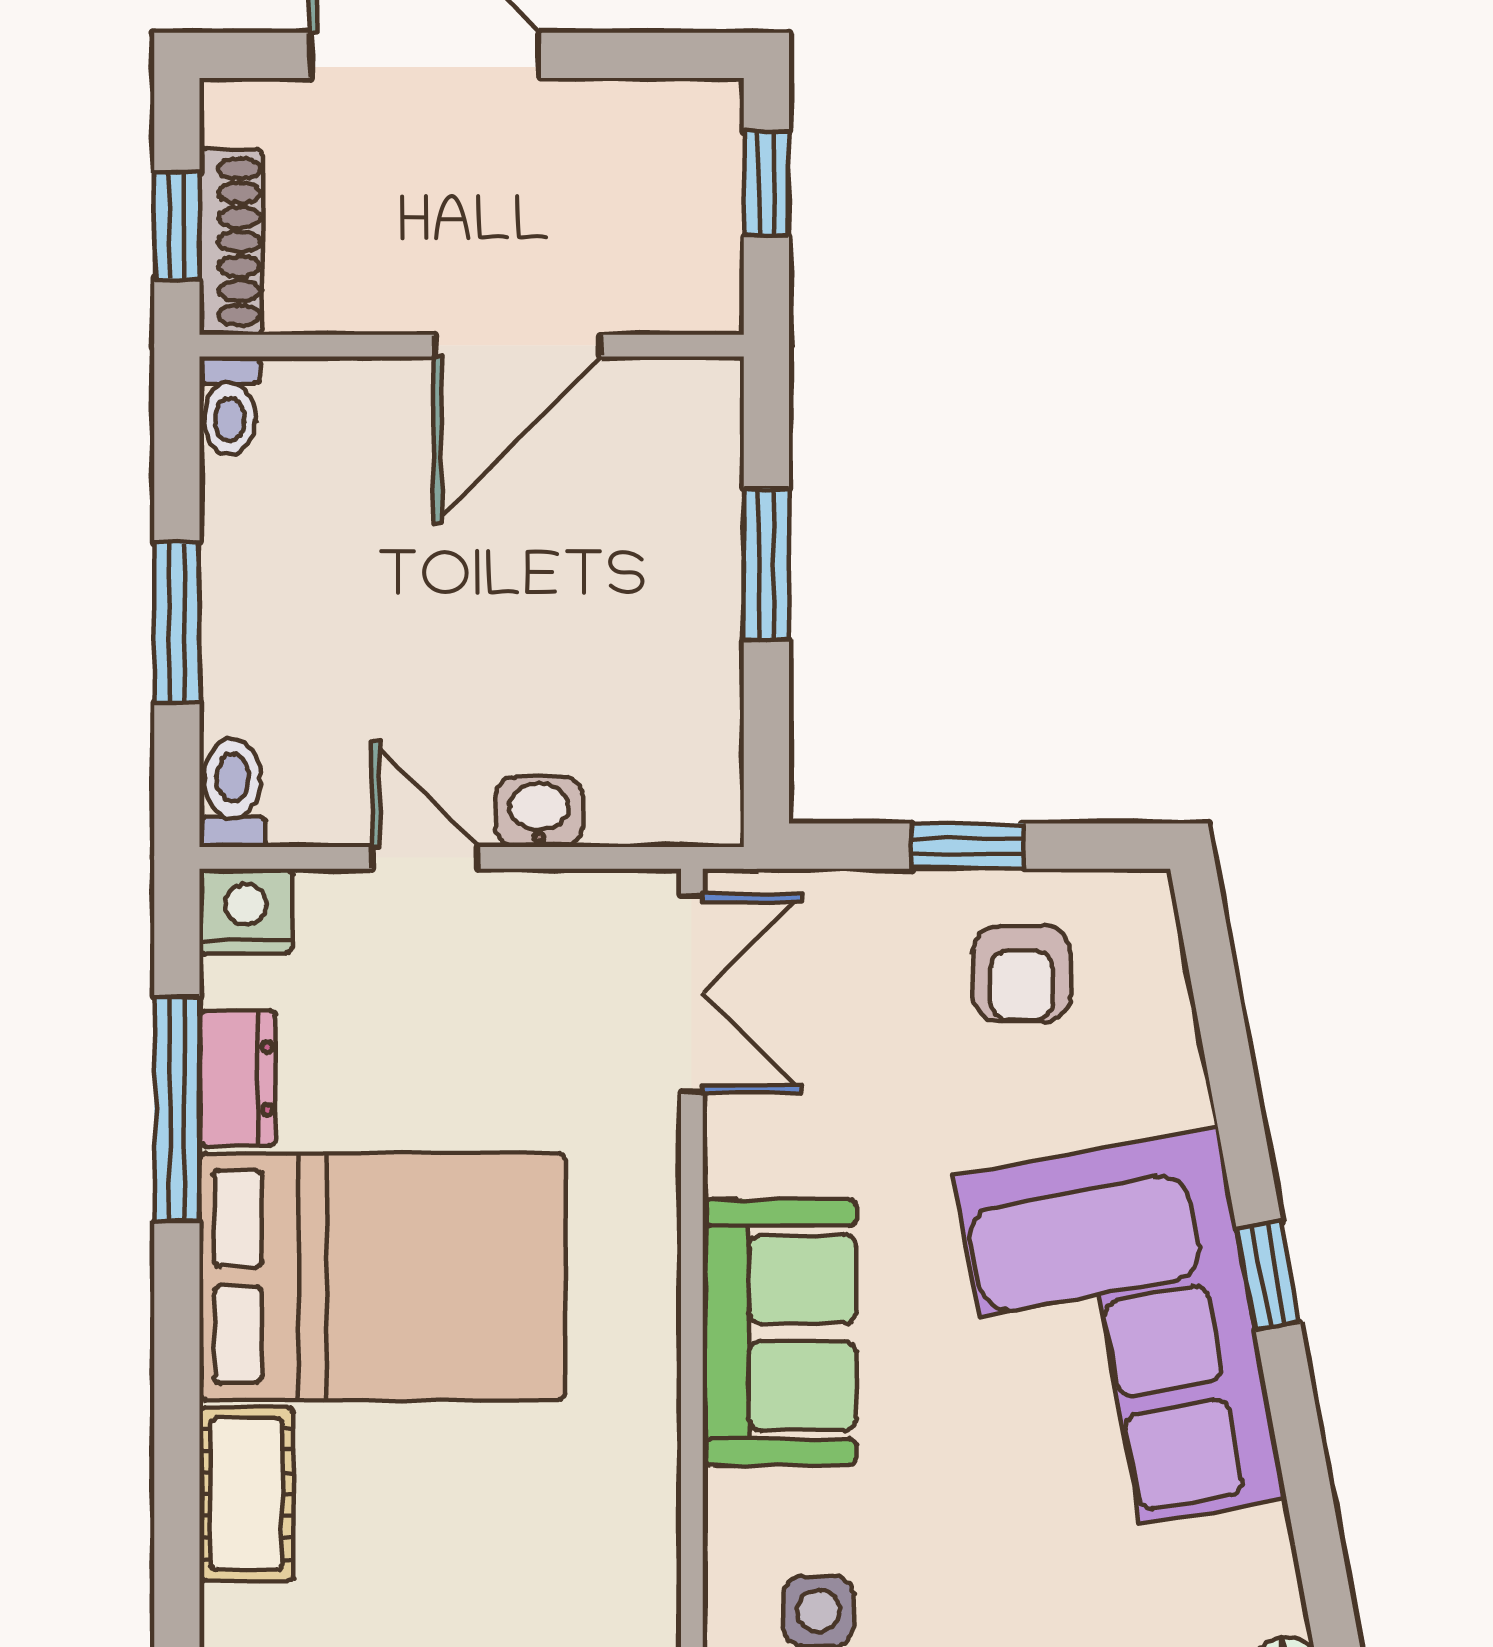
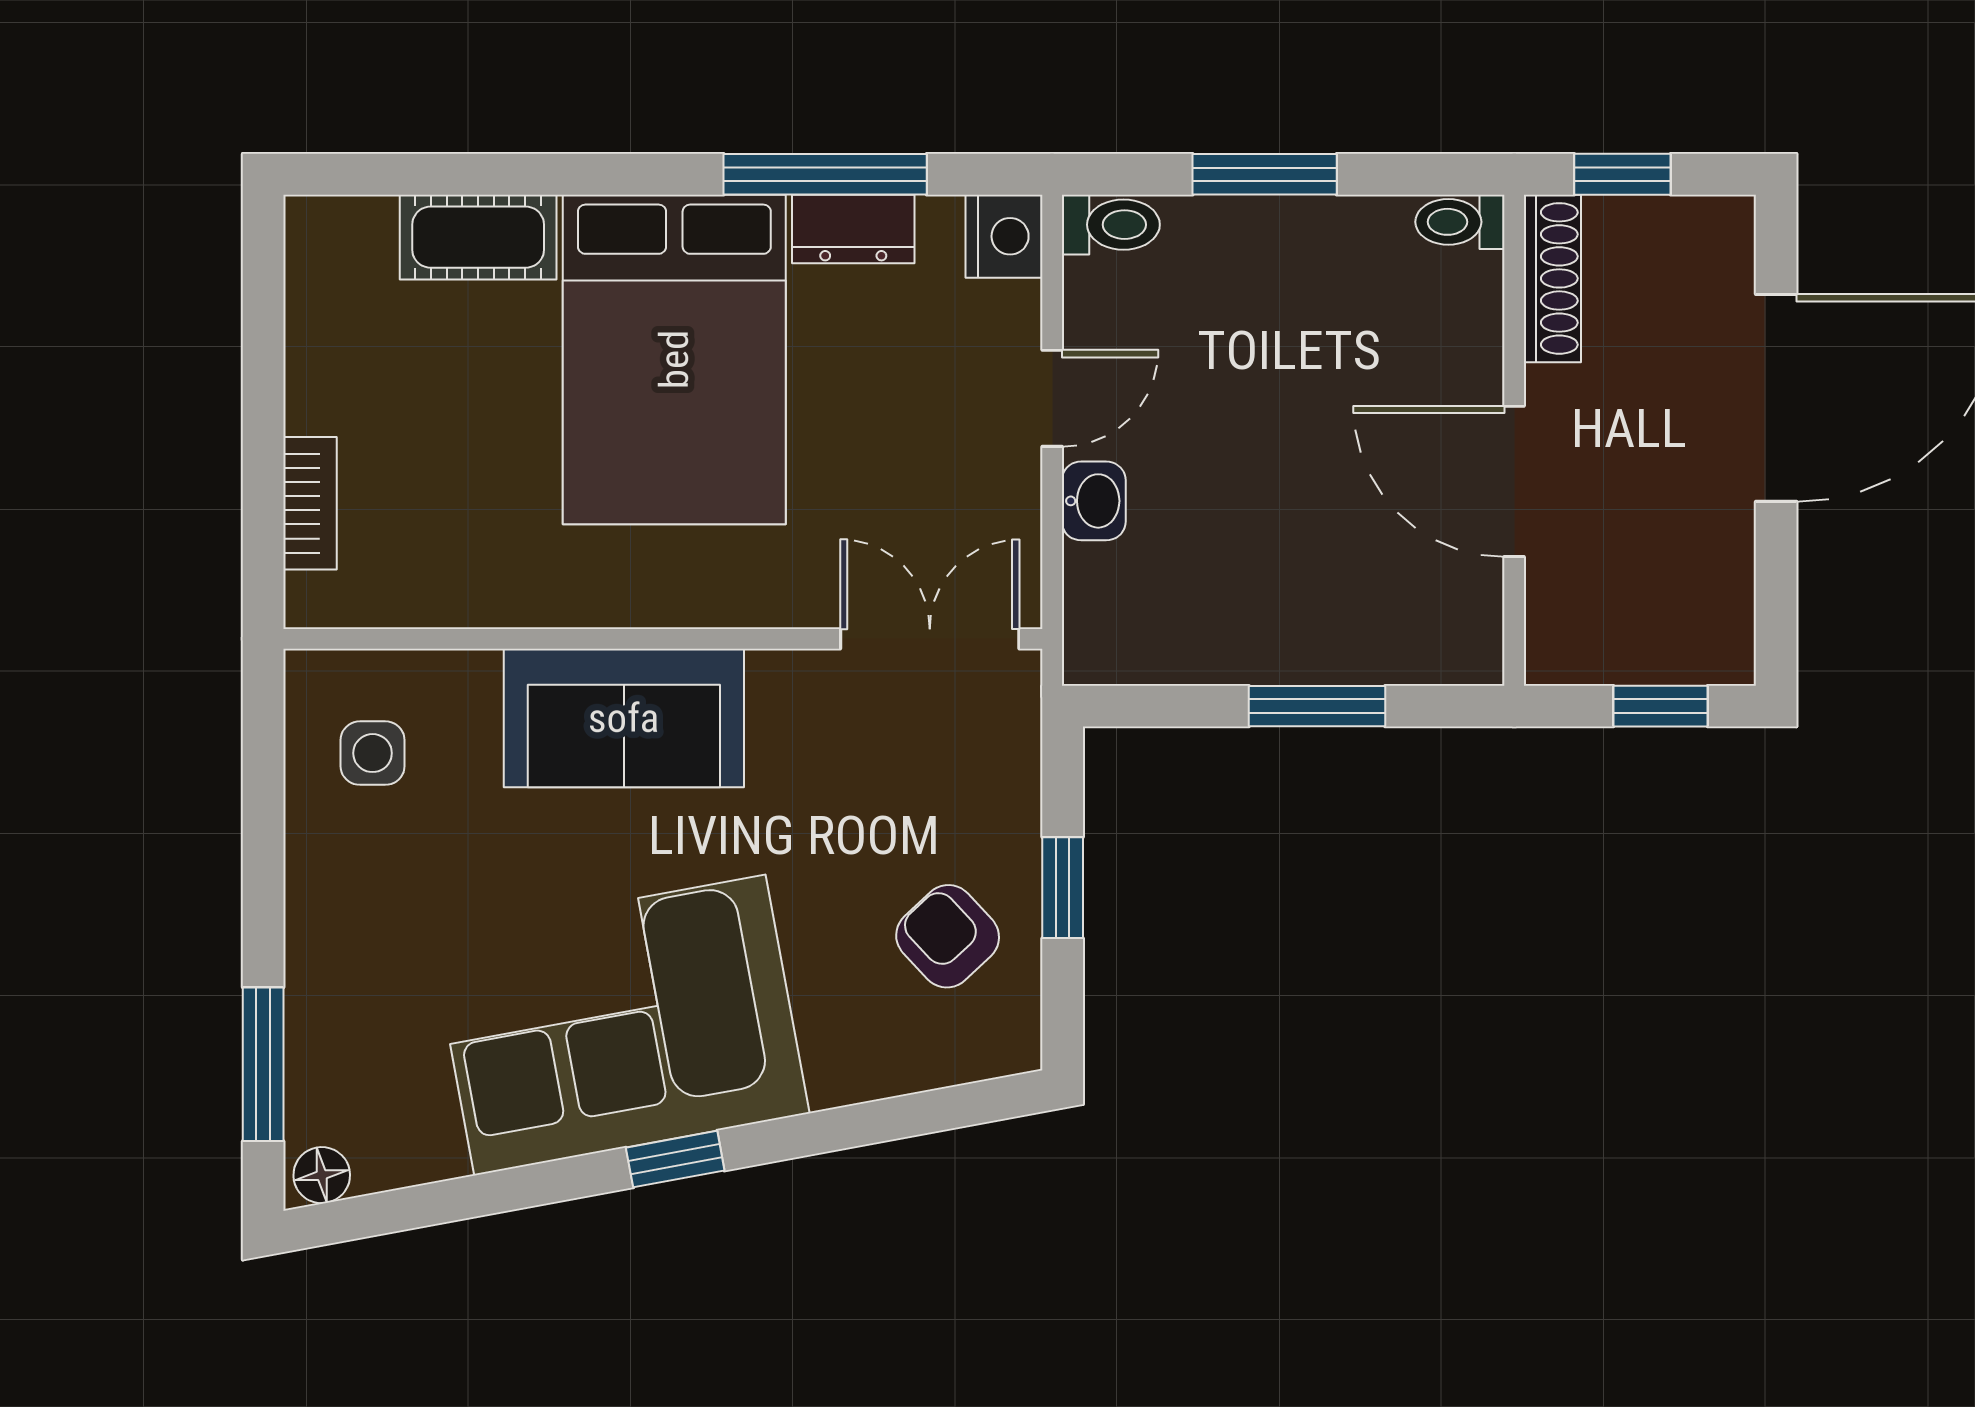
shoe rack: (231, 242) -> (1552, 278), moved, turned -90
armchair: (1021, 974) -> (948, 936), turned 47
double door: (692, 993) -> (930, 639), swing flipped

